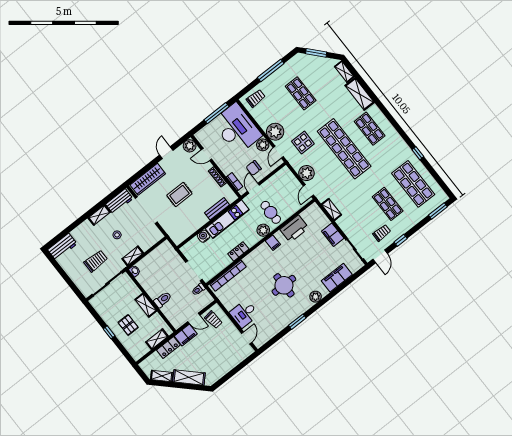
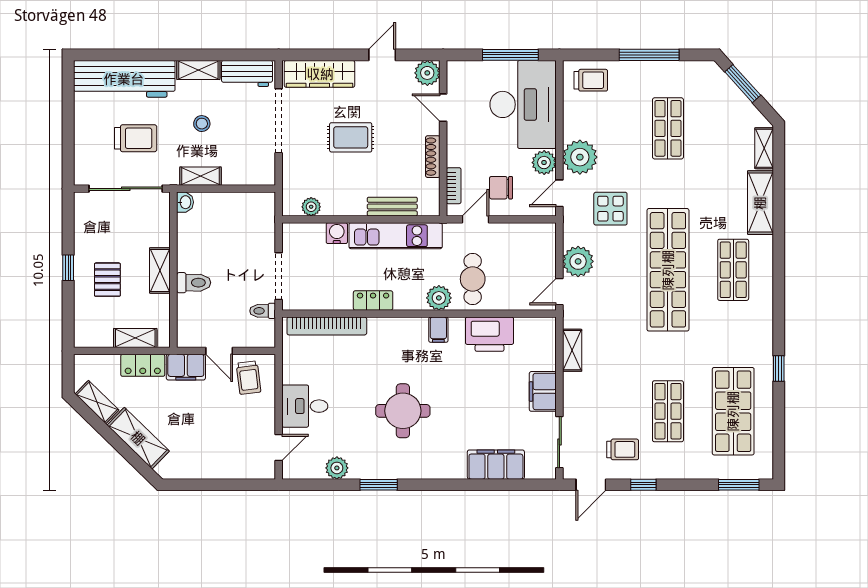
plant: (185, 234) -> (311, 207), added
workbench: (62, 247) -> (124, 79), width x1.88, depth x1.32
plant: (316, 297) -> (337, 468), moved

